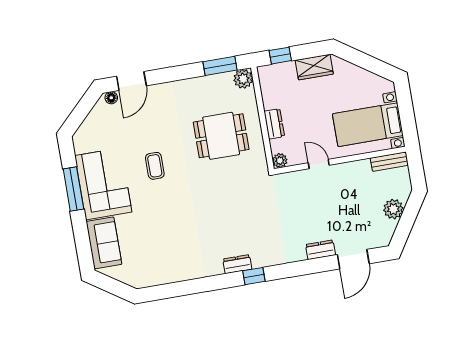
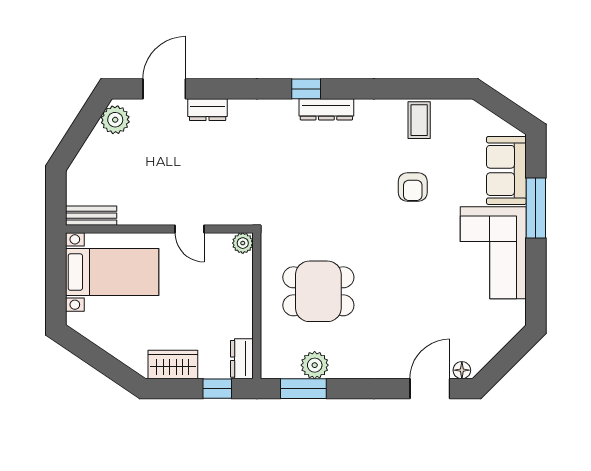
plant: (243, 79) -> (315, 365), moved
dresser: (274, 124) -> (242, 359), moved
coffee table: (155, 166) -> (419, 120), moved
window: (73, 189) -> (536, 208), moved
plant: (393, 209) -> (115, 120), moved
armchair: (168, 220) -> (413, 187), added
dresser: (237, 264) -> (326, 109), width x1.44

